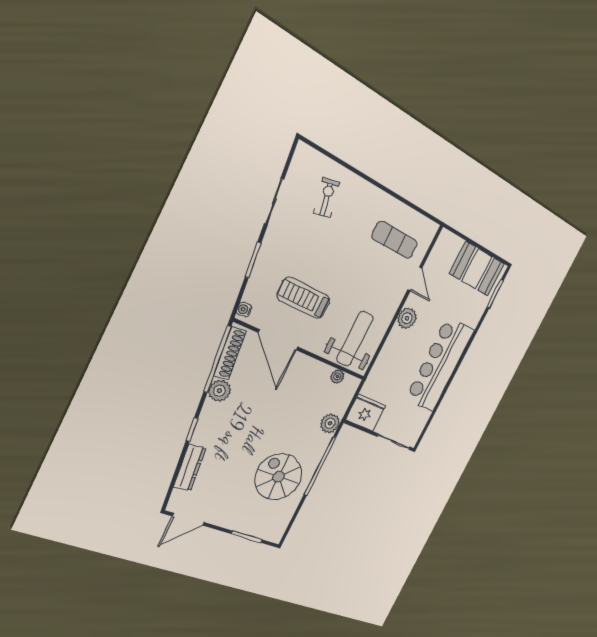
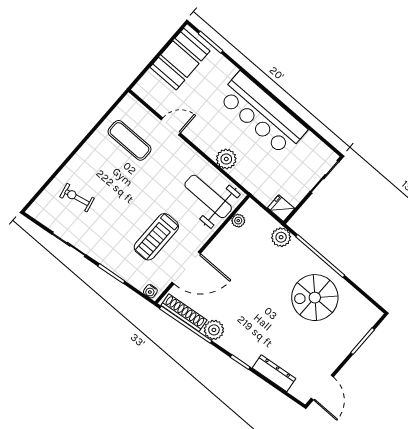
exercise mat: (395, 240) -> (130, 140), turned 90
plant: (407, 318) -> (226, 159), moved
fridge: (366, 413) -> (281, 208), width x0.53, depth x0.75

